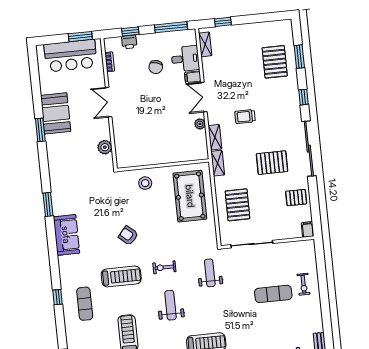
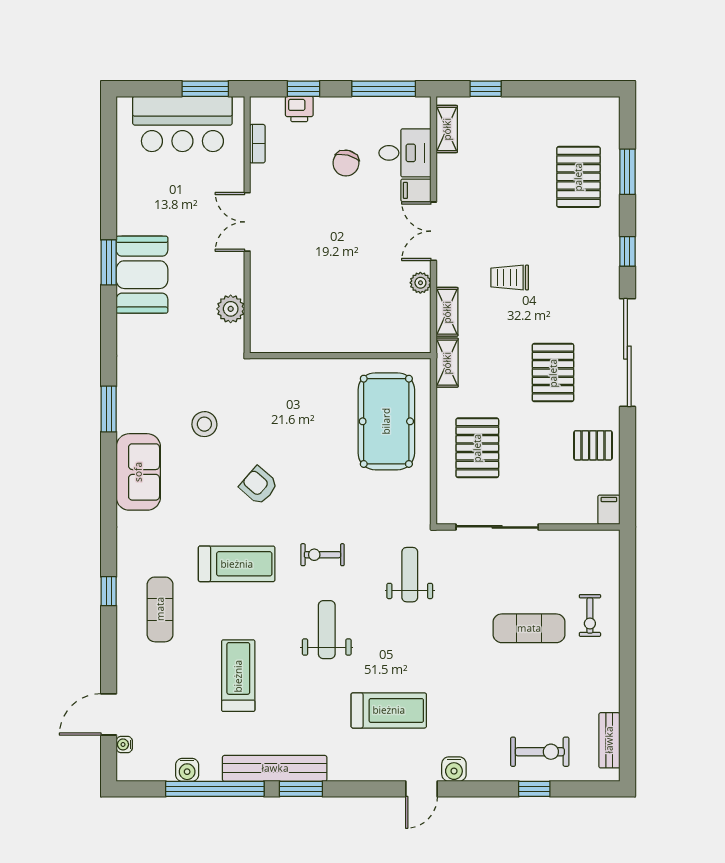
booth: (56, 113) -> (142, 275), moved
pallet: (272, 163) -> (553, 373), turned 90
stool: (145, 183) -> (204, 424), moved

